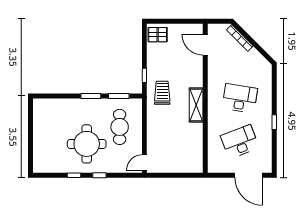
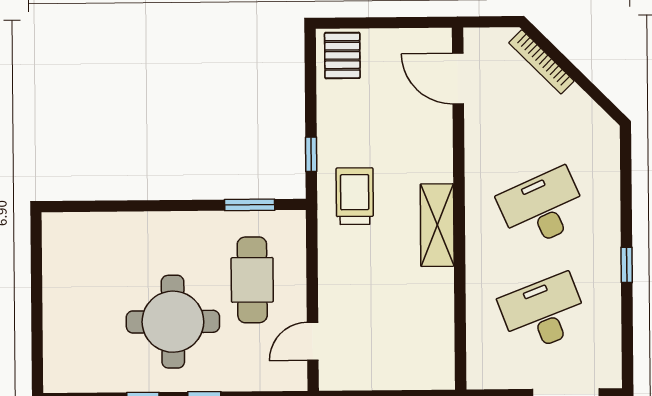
pallet: (158, 35) -> (342, 55), turned 90
window: (91, 96) -> (182, 205), removed
desk: (240, 98) -> (543, 208), turned -33
door: (144, 163) -> (313, 341), moved

